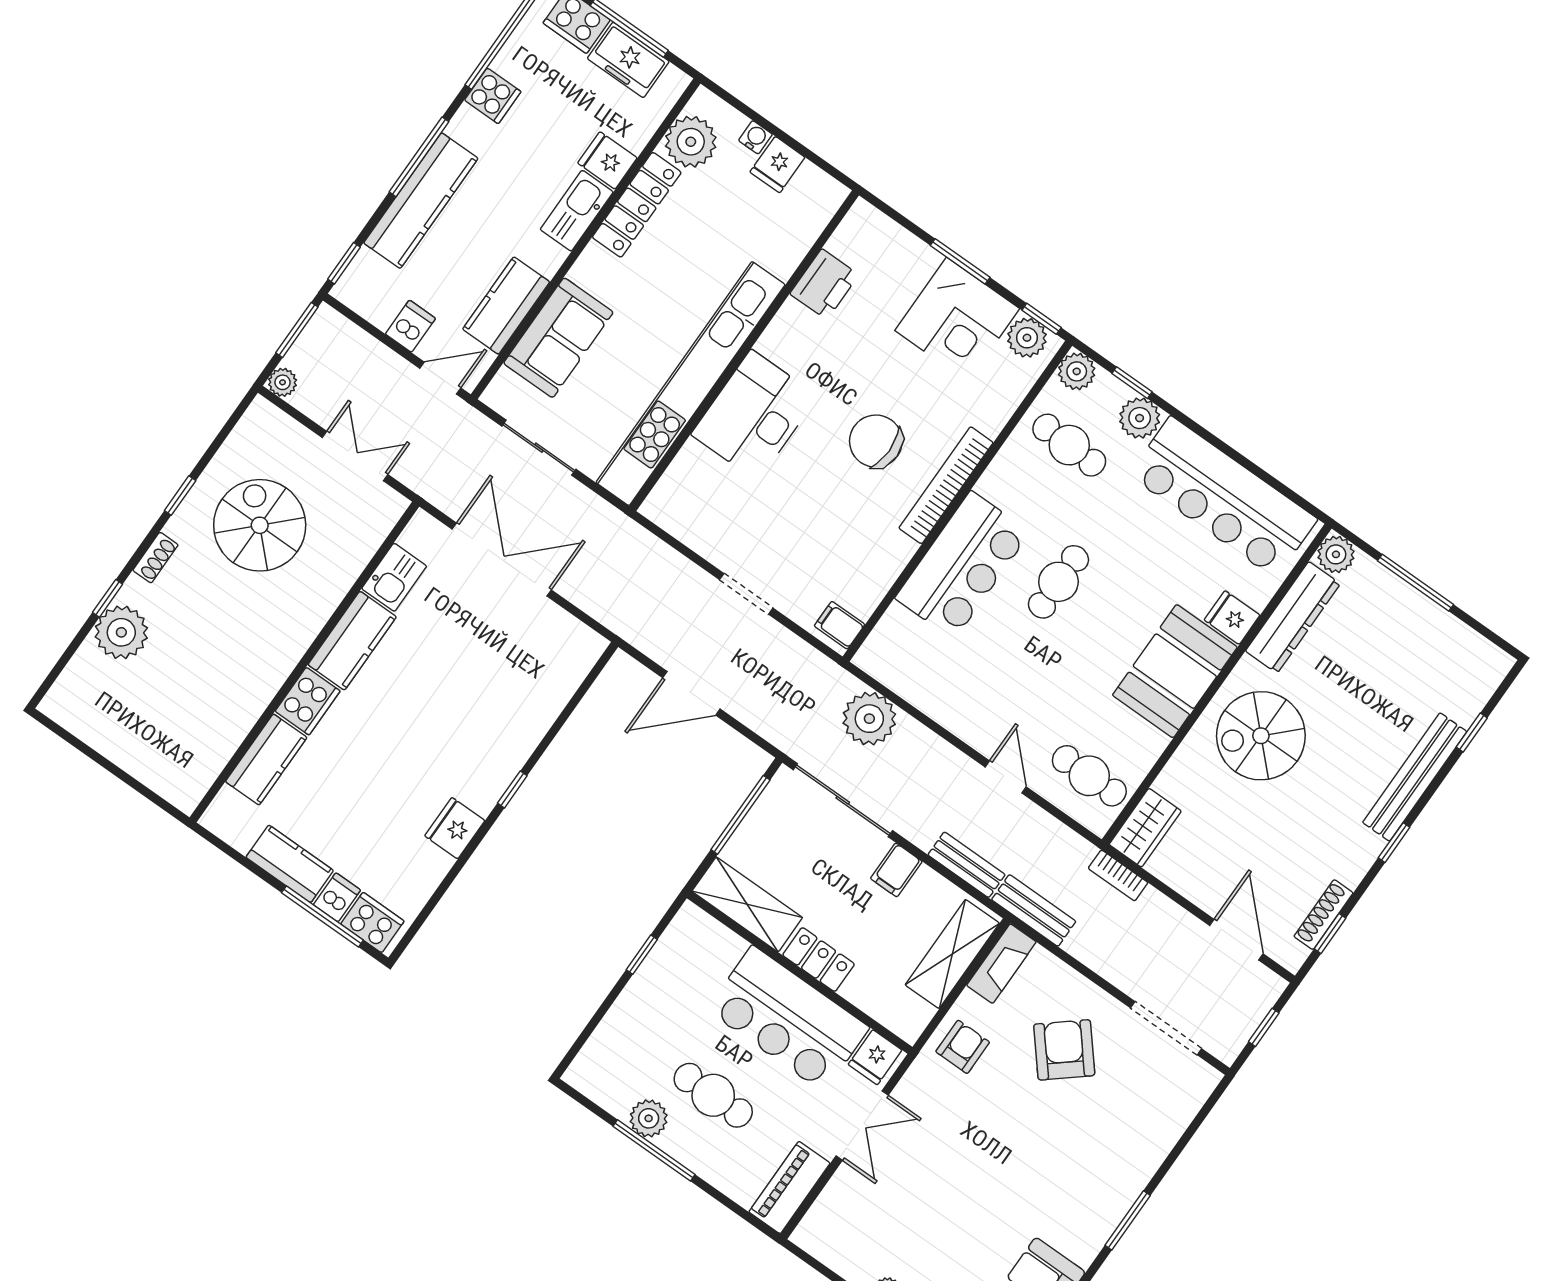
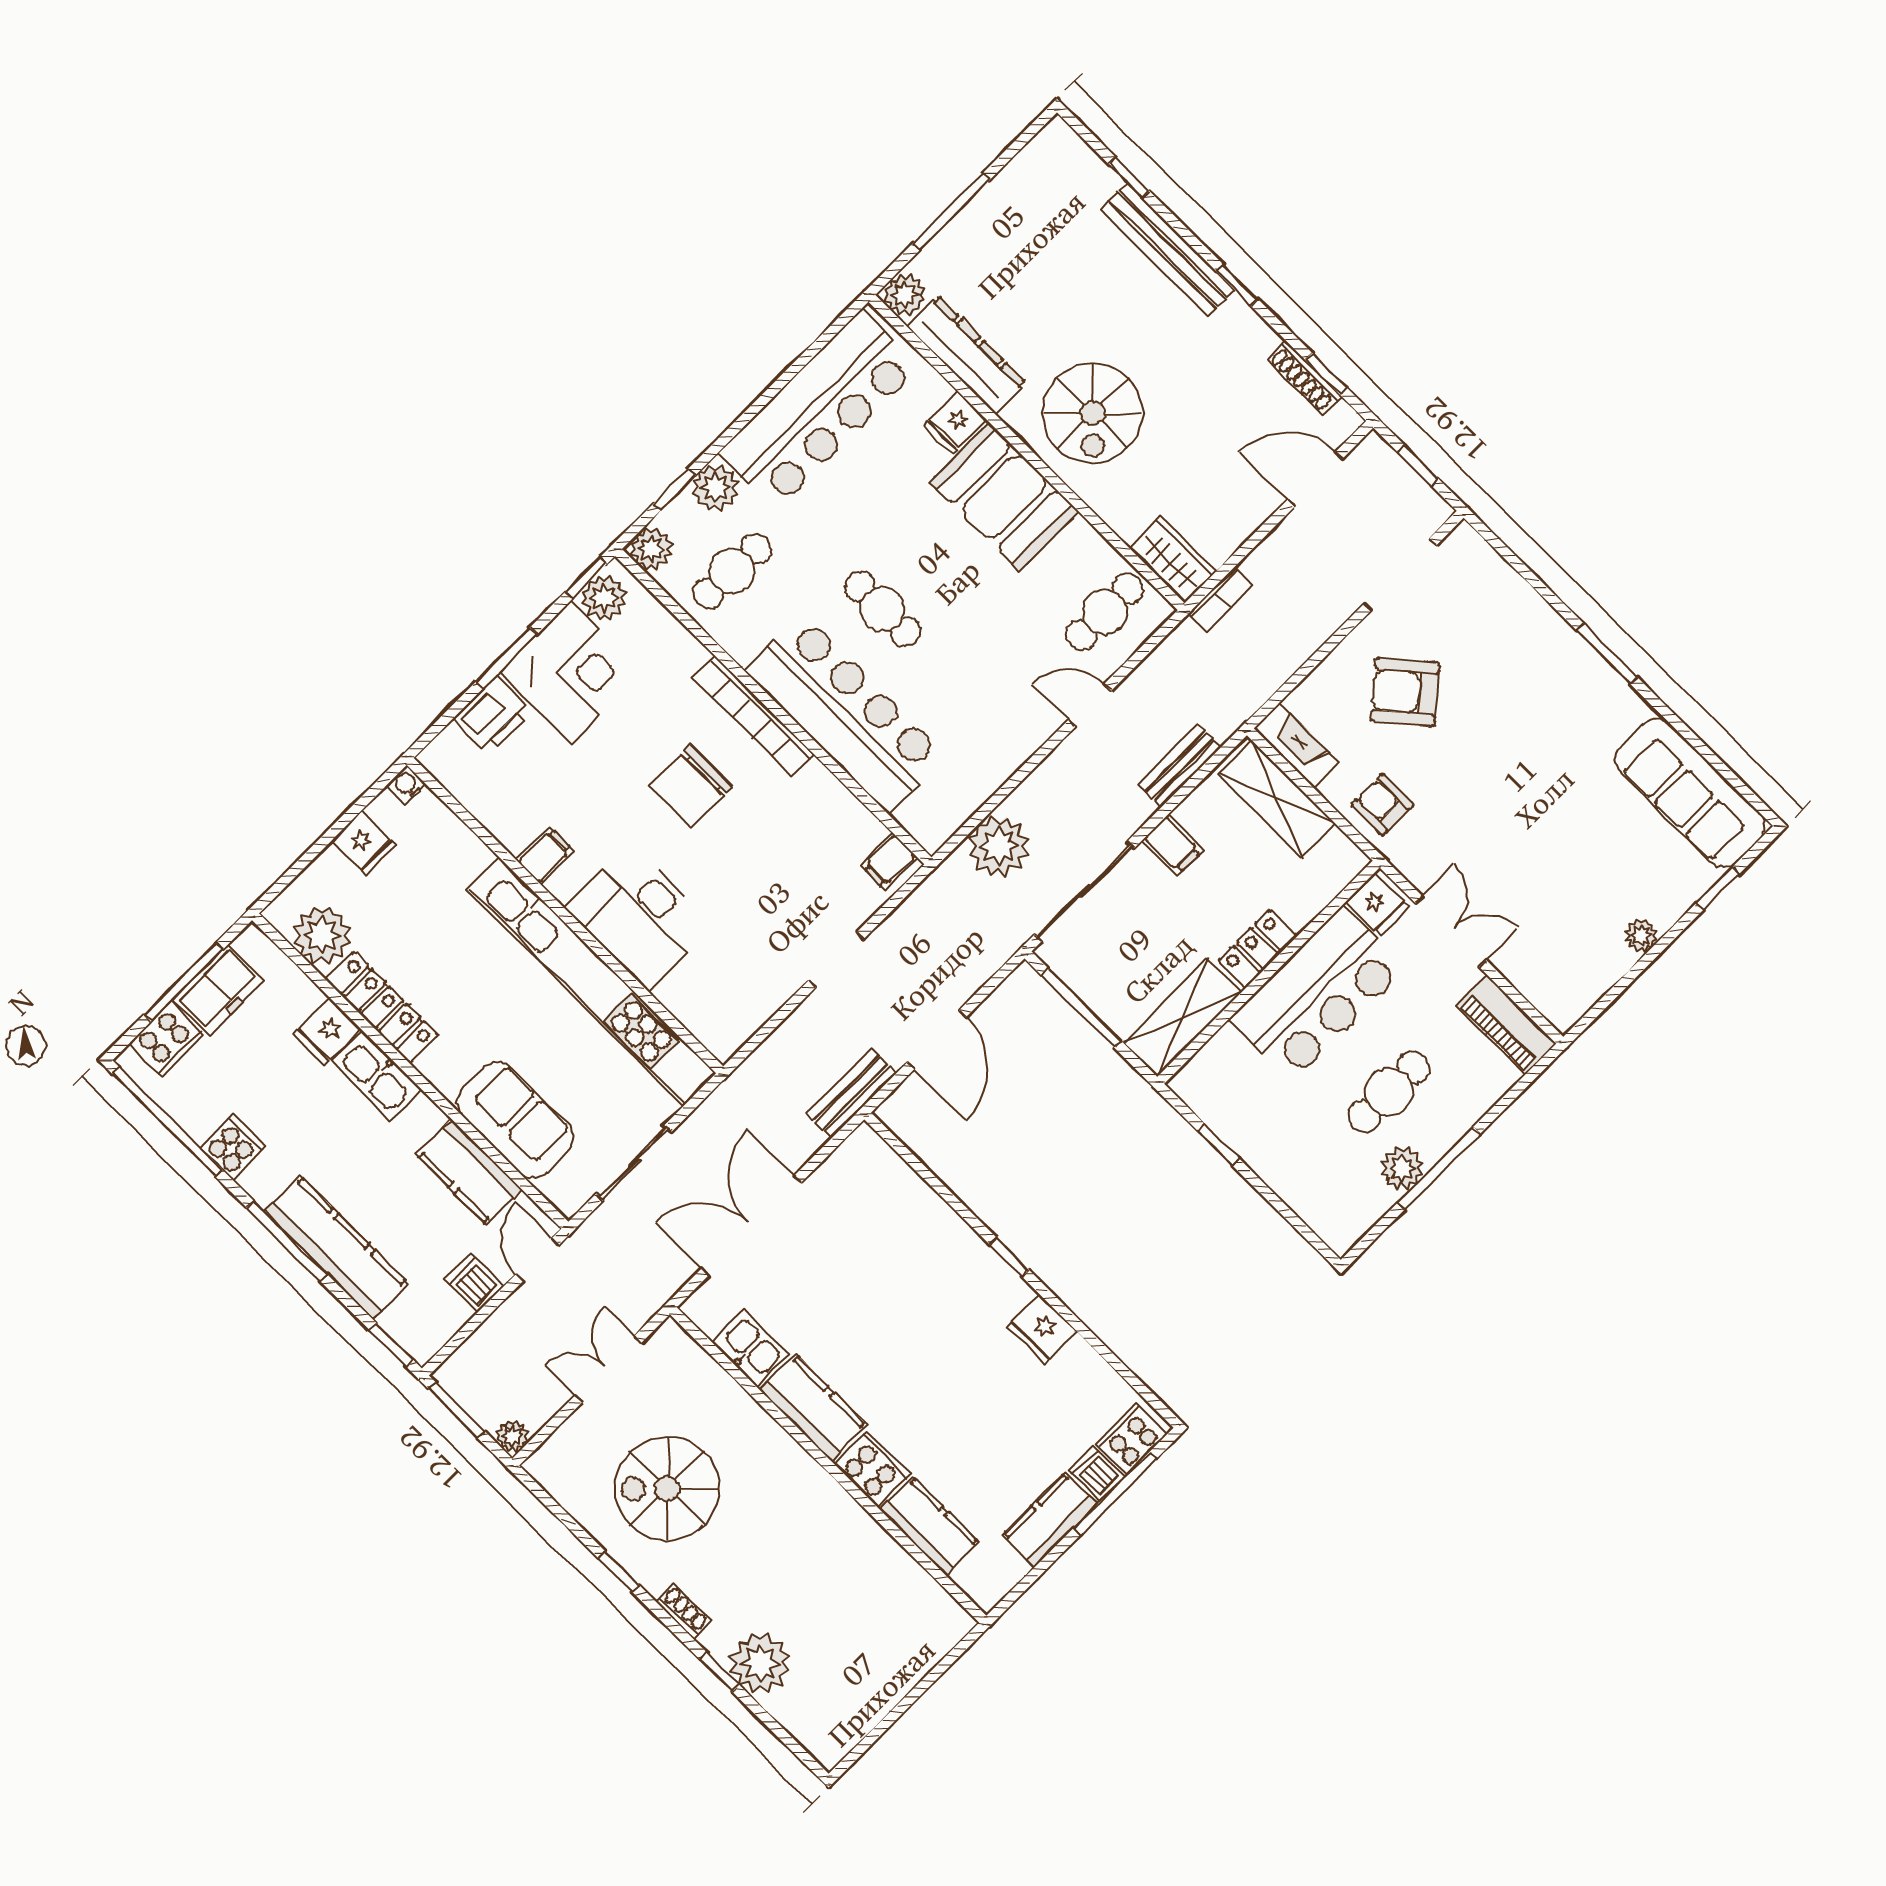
water cooler: (755, 137) -> (407, 785), moved
printer: (824, 284) -> (493, 715), moved, turned 90
filing cabinet: (794, 324) -> (545, 856), added
bar counter: (963, 565) -> (846, 713), width x1.36
bench: (1034, 910) -> (852, 1093), moved

